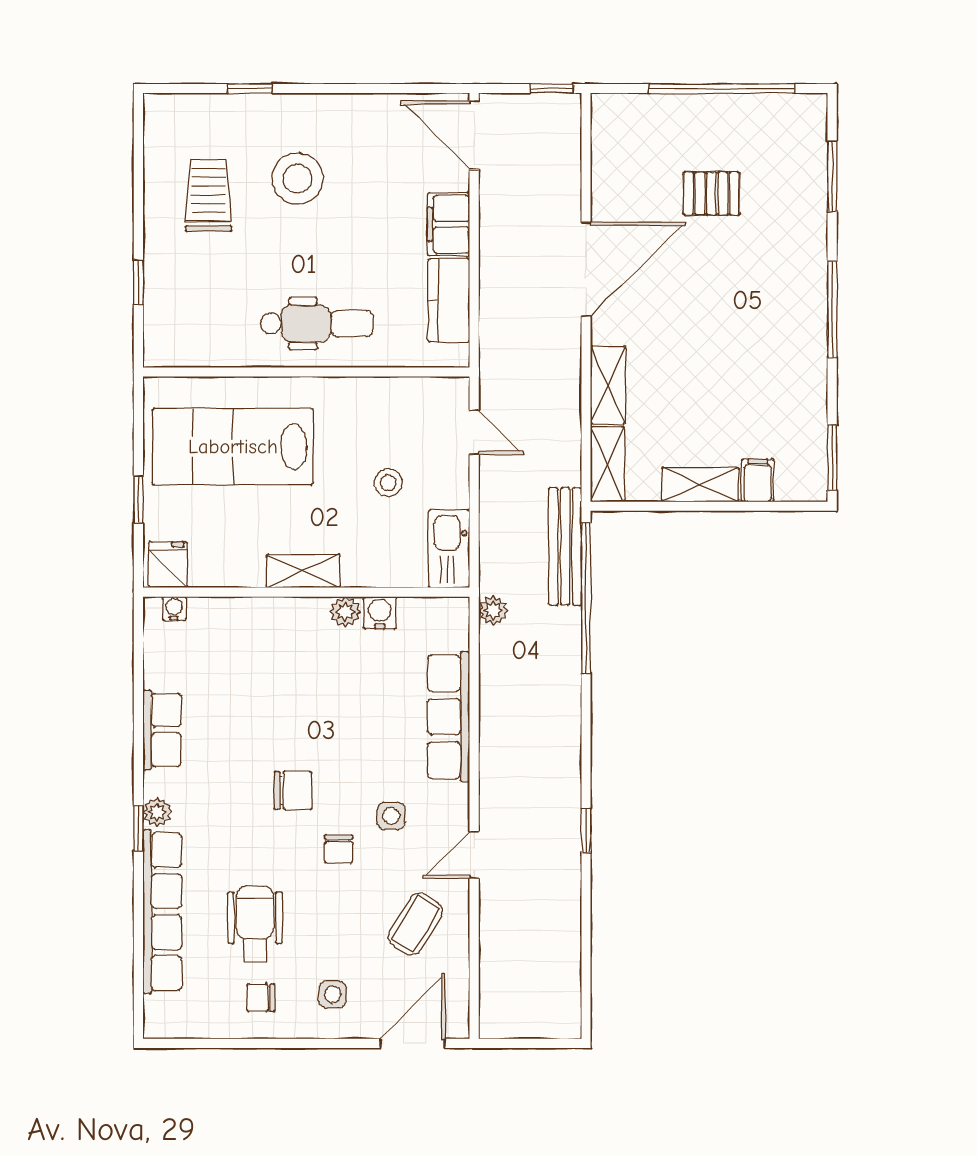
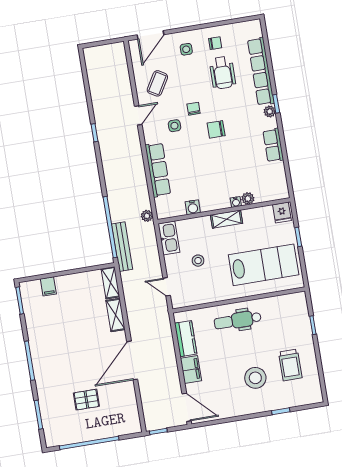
shelving: (700, 485) -> (71, 281), removed
water cooler: (174, 608) -> (236, 202), moved
plant: (345, 612) -> (248, 199), moved

